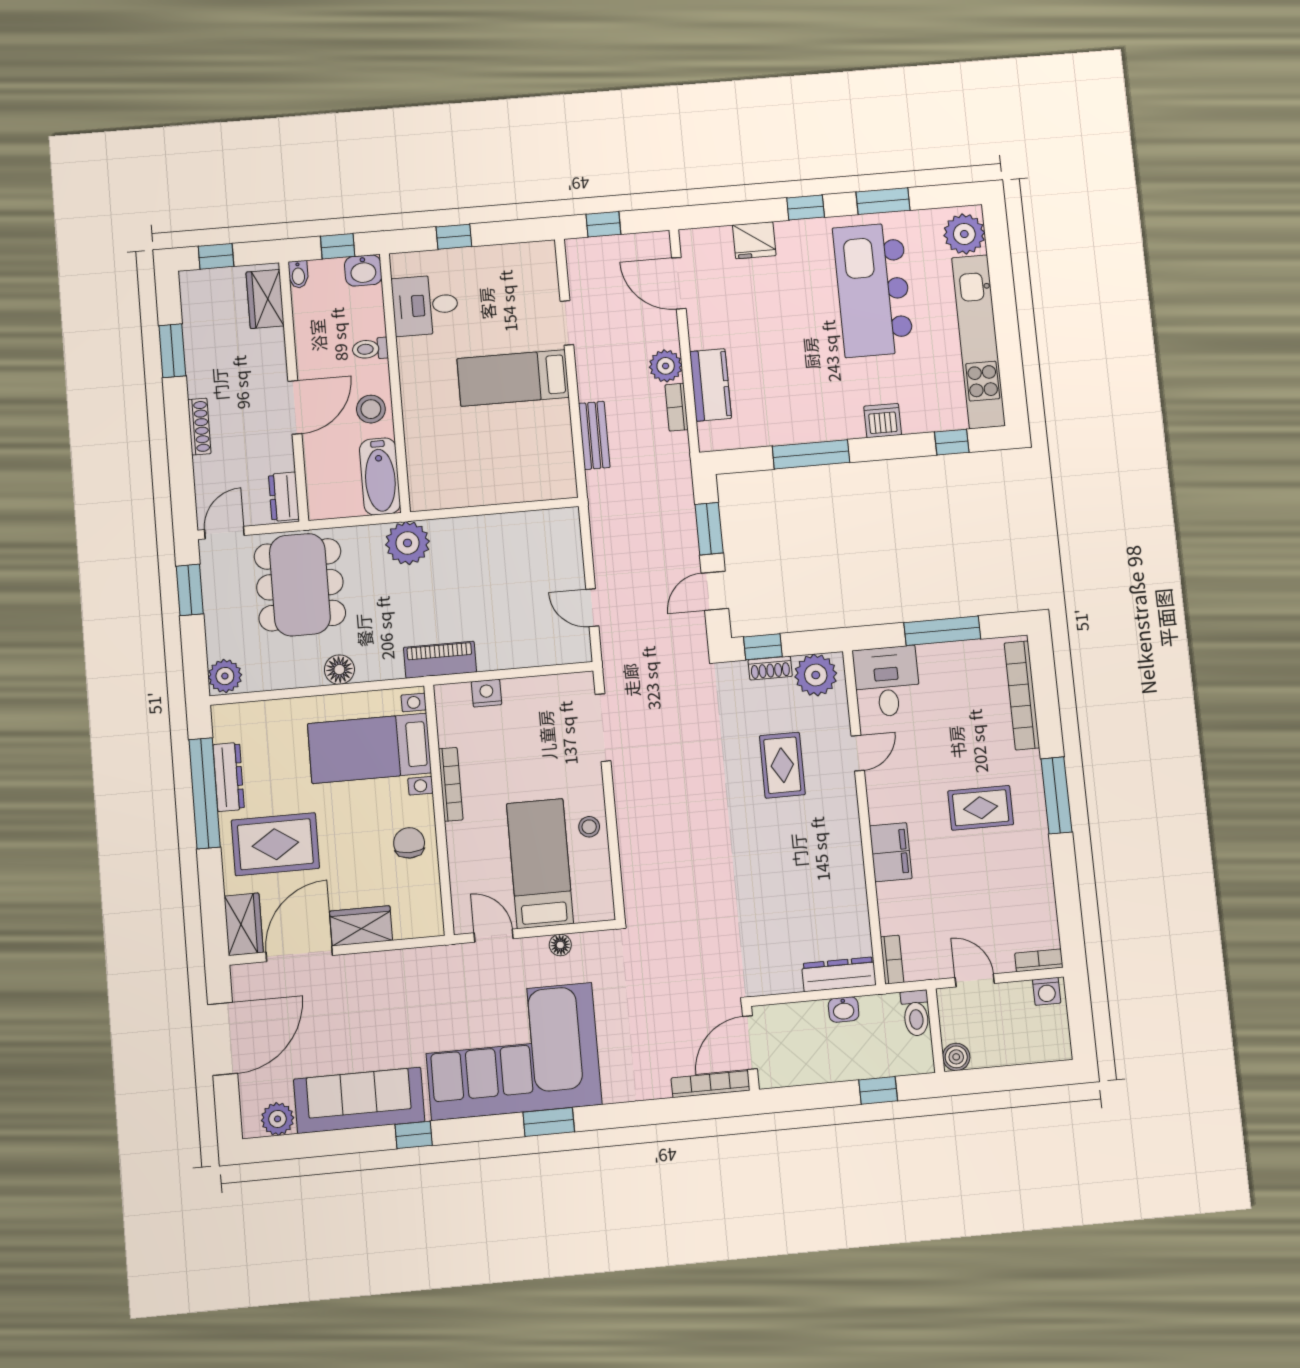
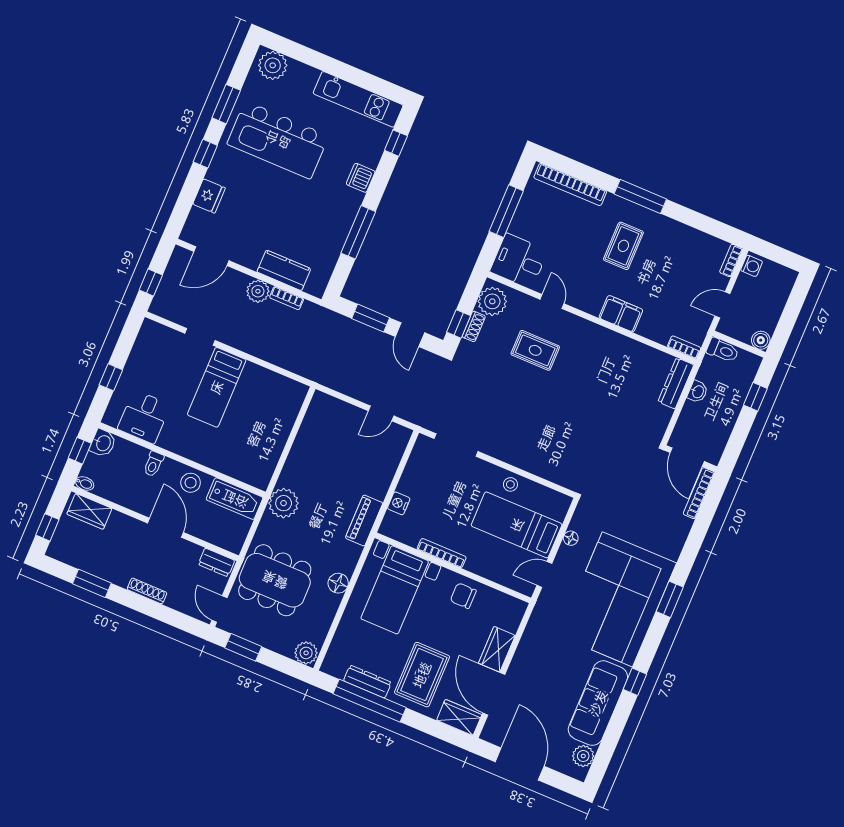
kitchen unit: (979, 342) -> (358, 99), width x0.73
bench: (594, 435) -> (278, 357), removed

